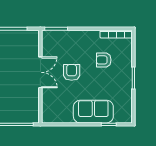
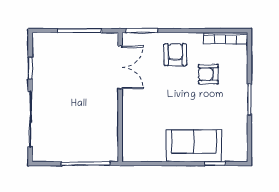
double door: (40, 72) -> (120, 67), moved
armchair: (72, 72) -> (175, 55), moved

